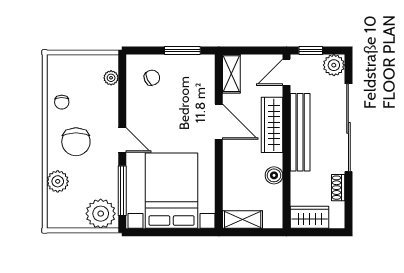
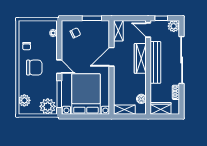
door: (287, 72) -> (148, 30), hinge flipped
door: (219, 122) -> (112, 57), swing flipped
chair: (76, 142) -> (34, 68), turned -90
boiler: (274, 175) -> (141, 99), moved
plant: (58, 181) -> (24, 100), moved

